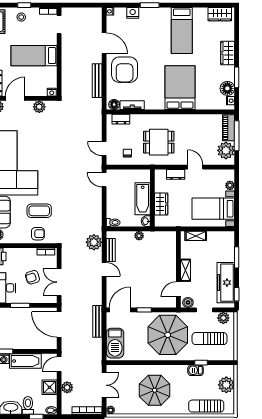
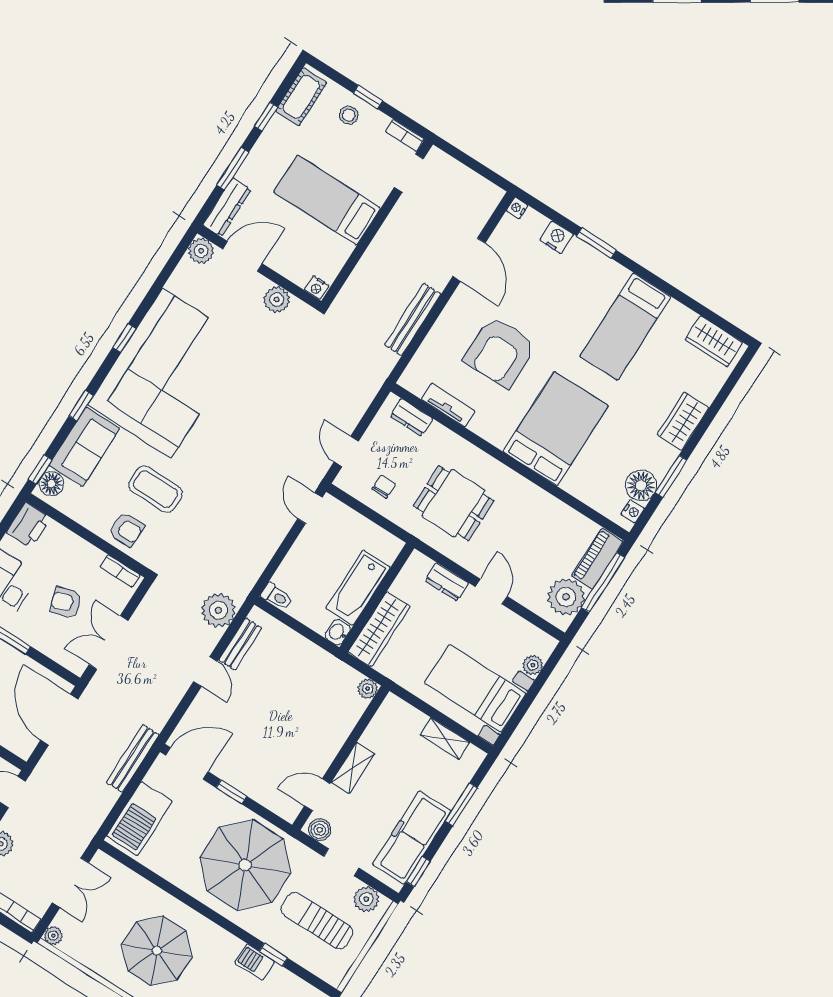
armchair: (125, 70) -> (500, 352), moved
floor lamp: (114, 104) -> (416, 383), removed
wardrobe: (161, 204) -> (379, 629), width x1.50
plant: (139, 236) -> (368, 689), moved
shelving: (196, 236) -> (445, 739), moved

